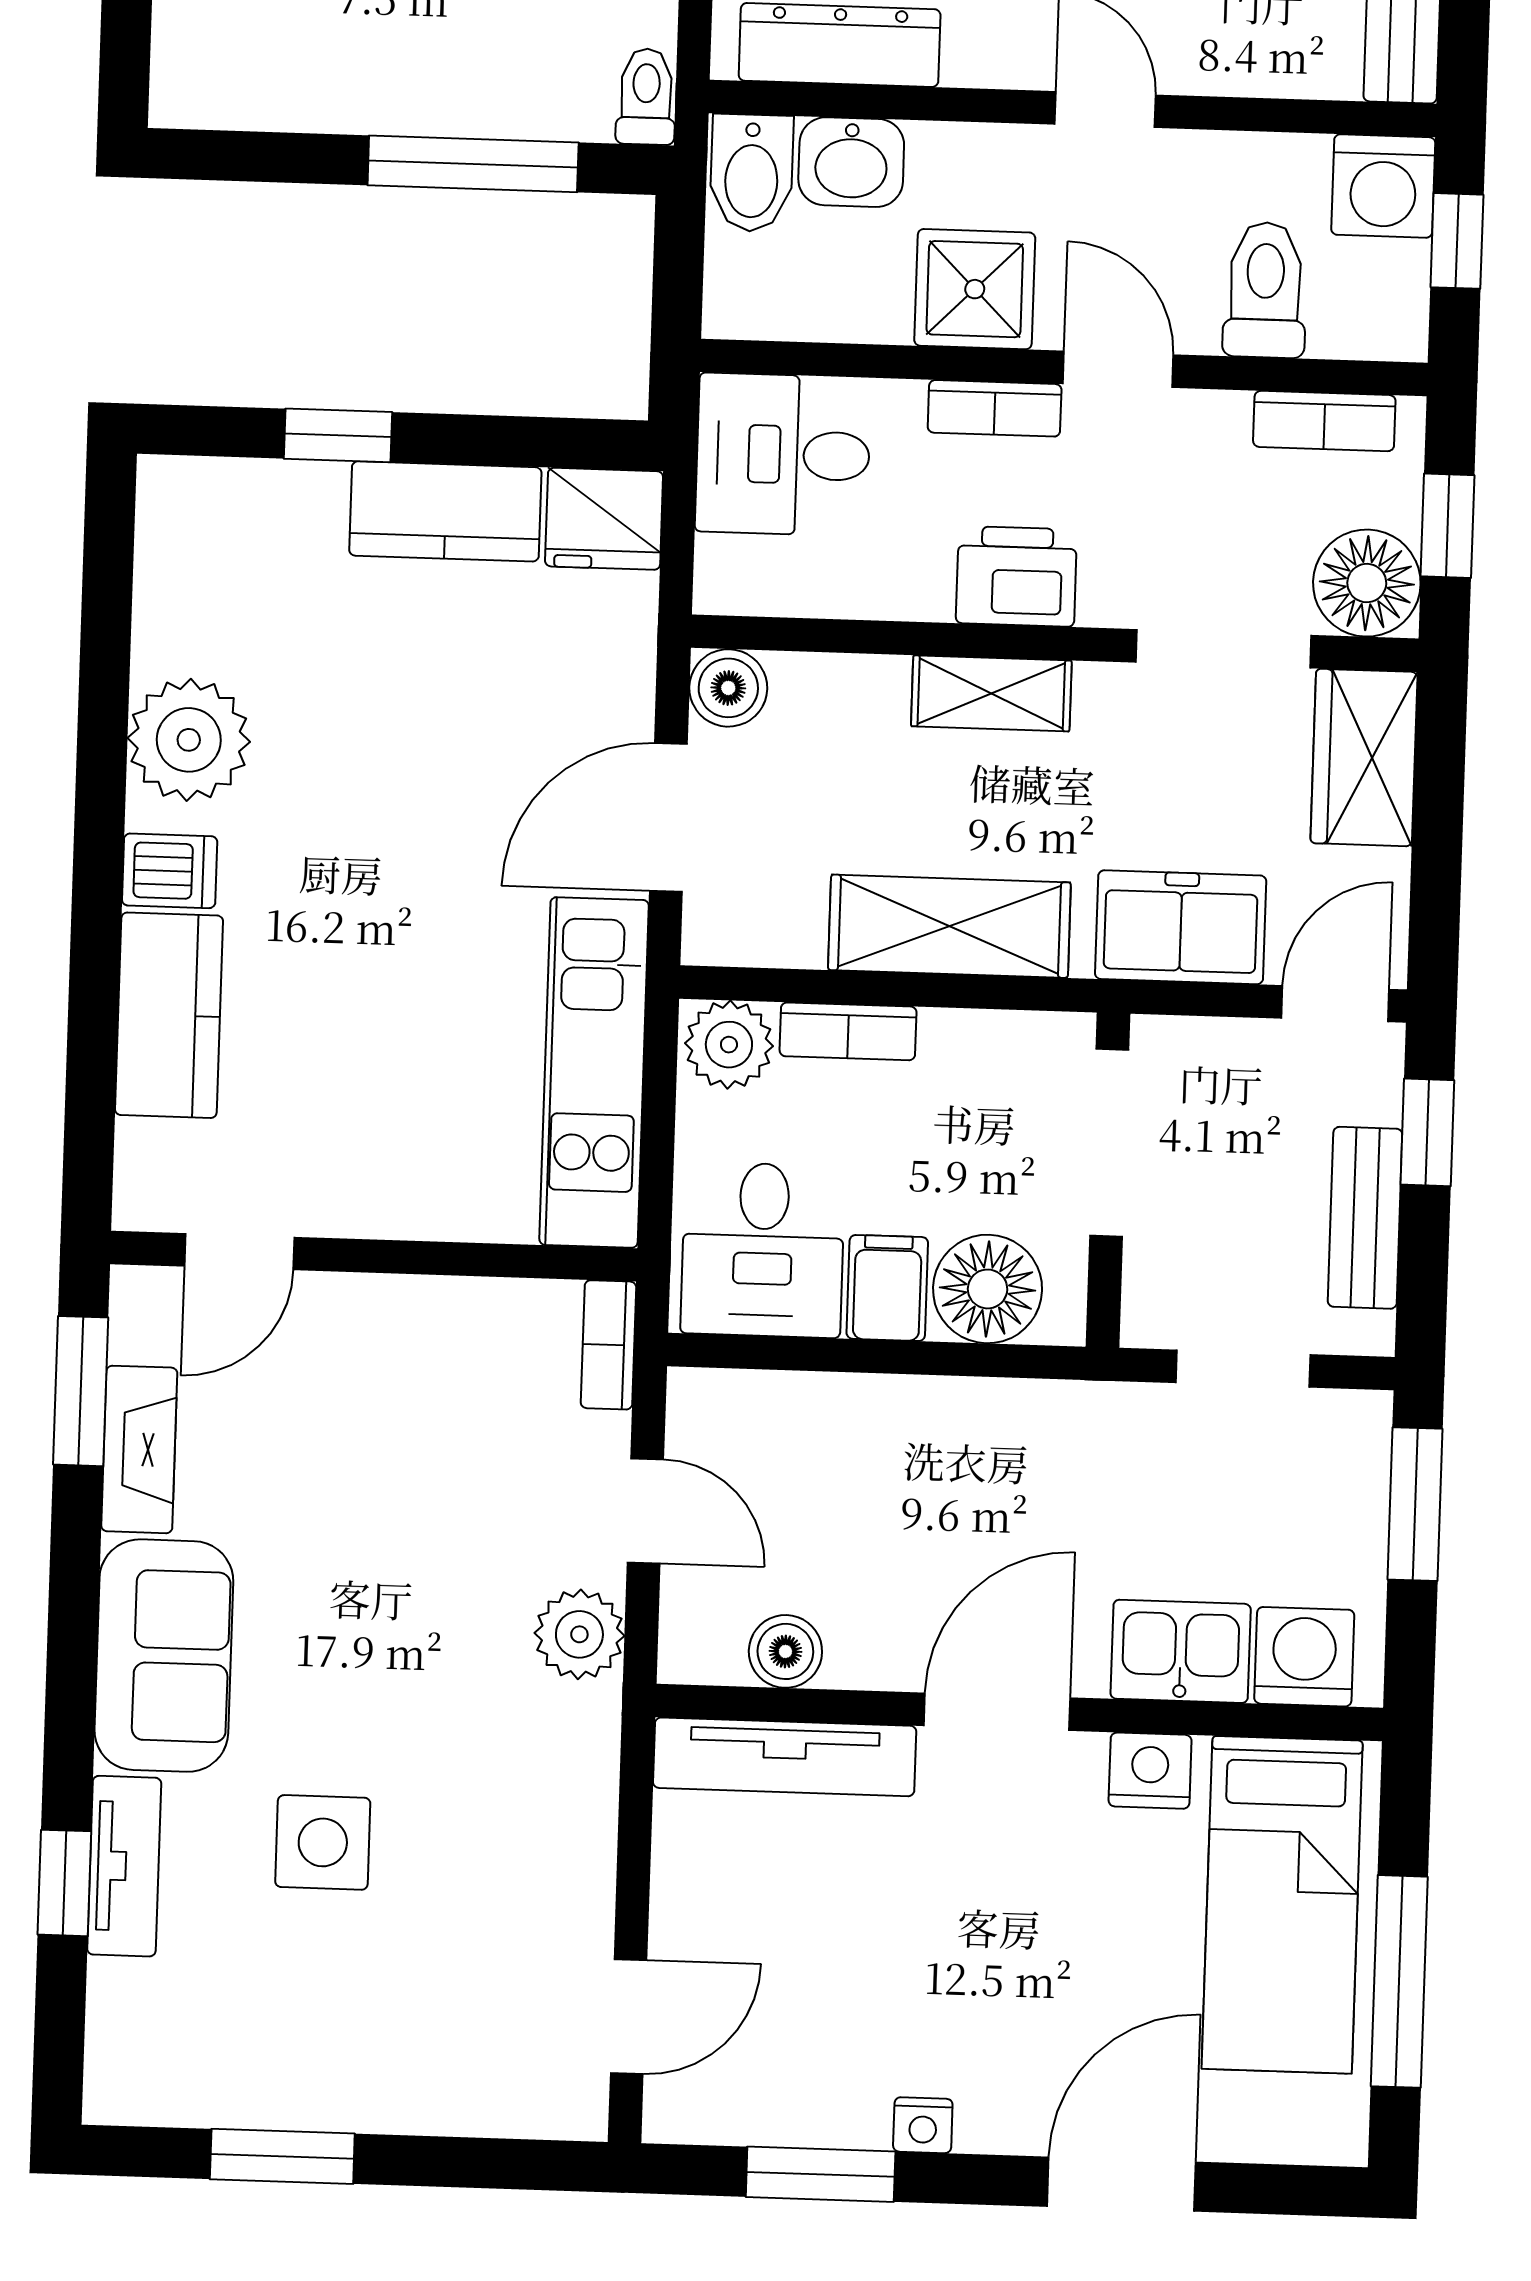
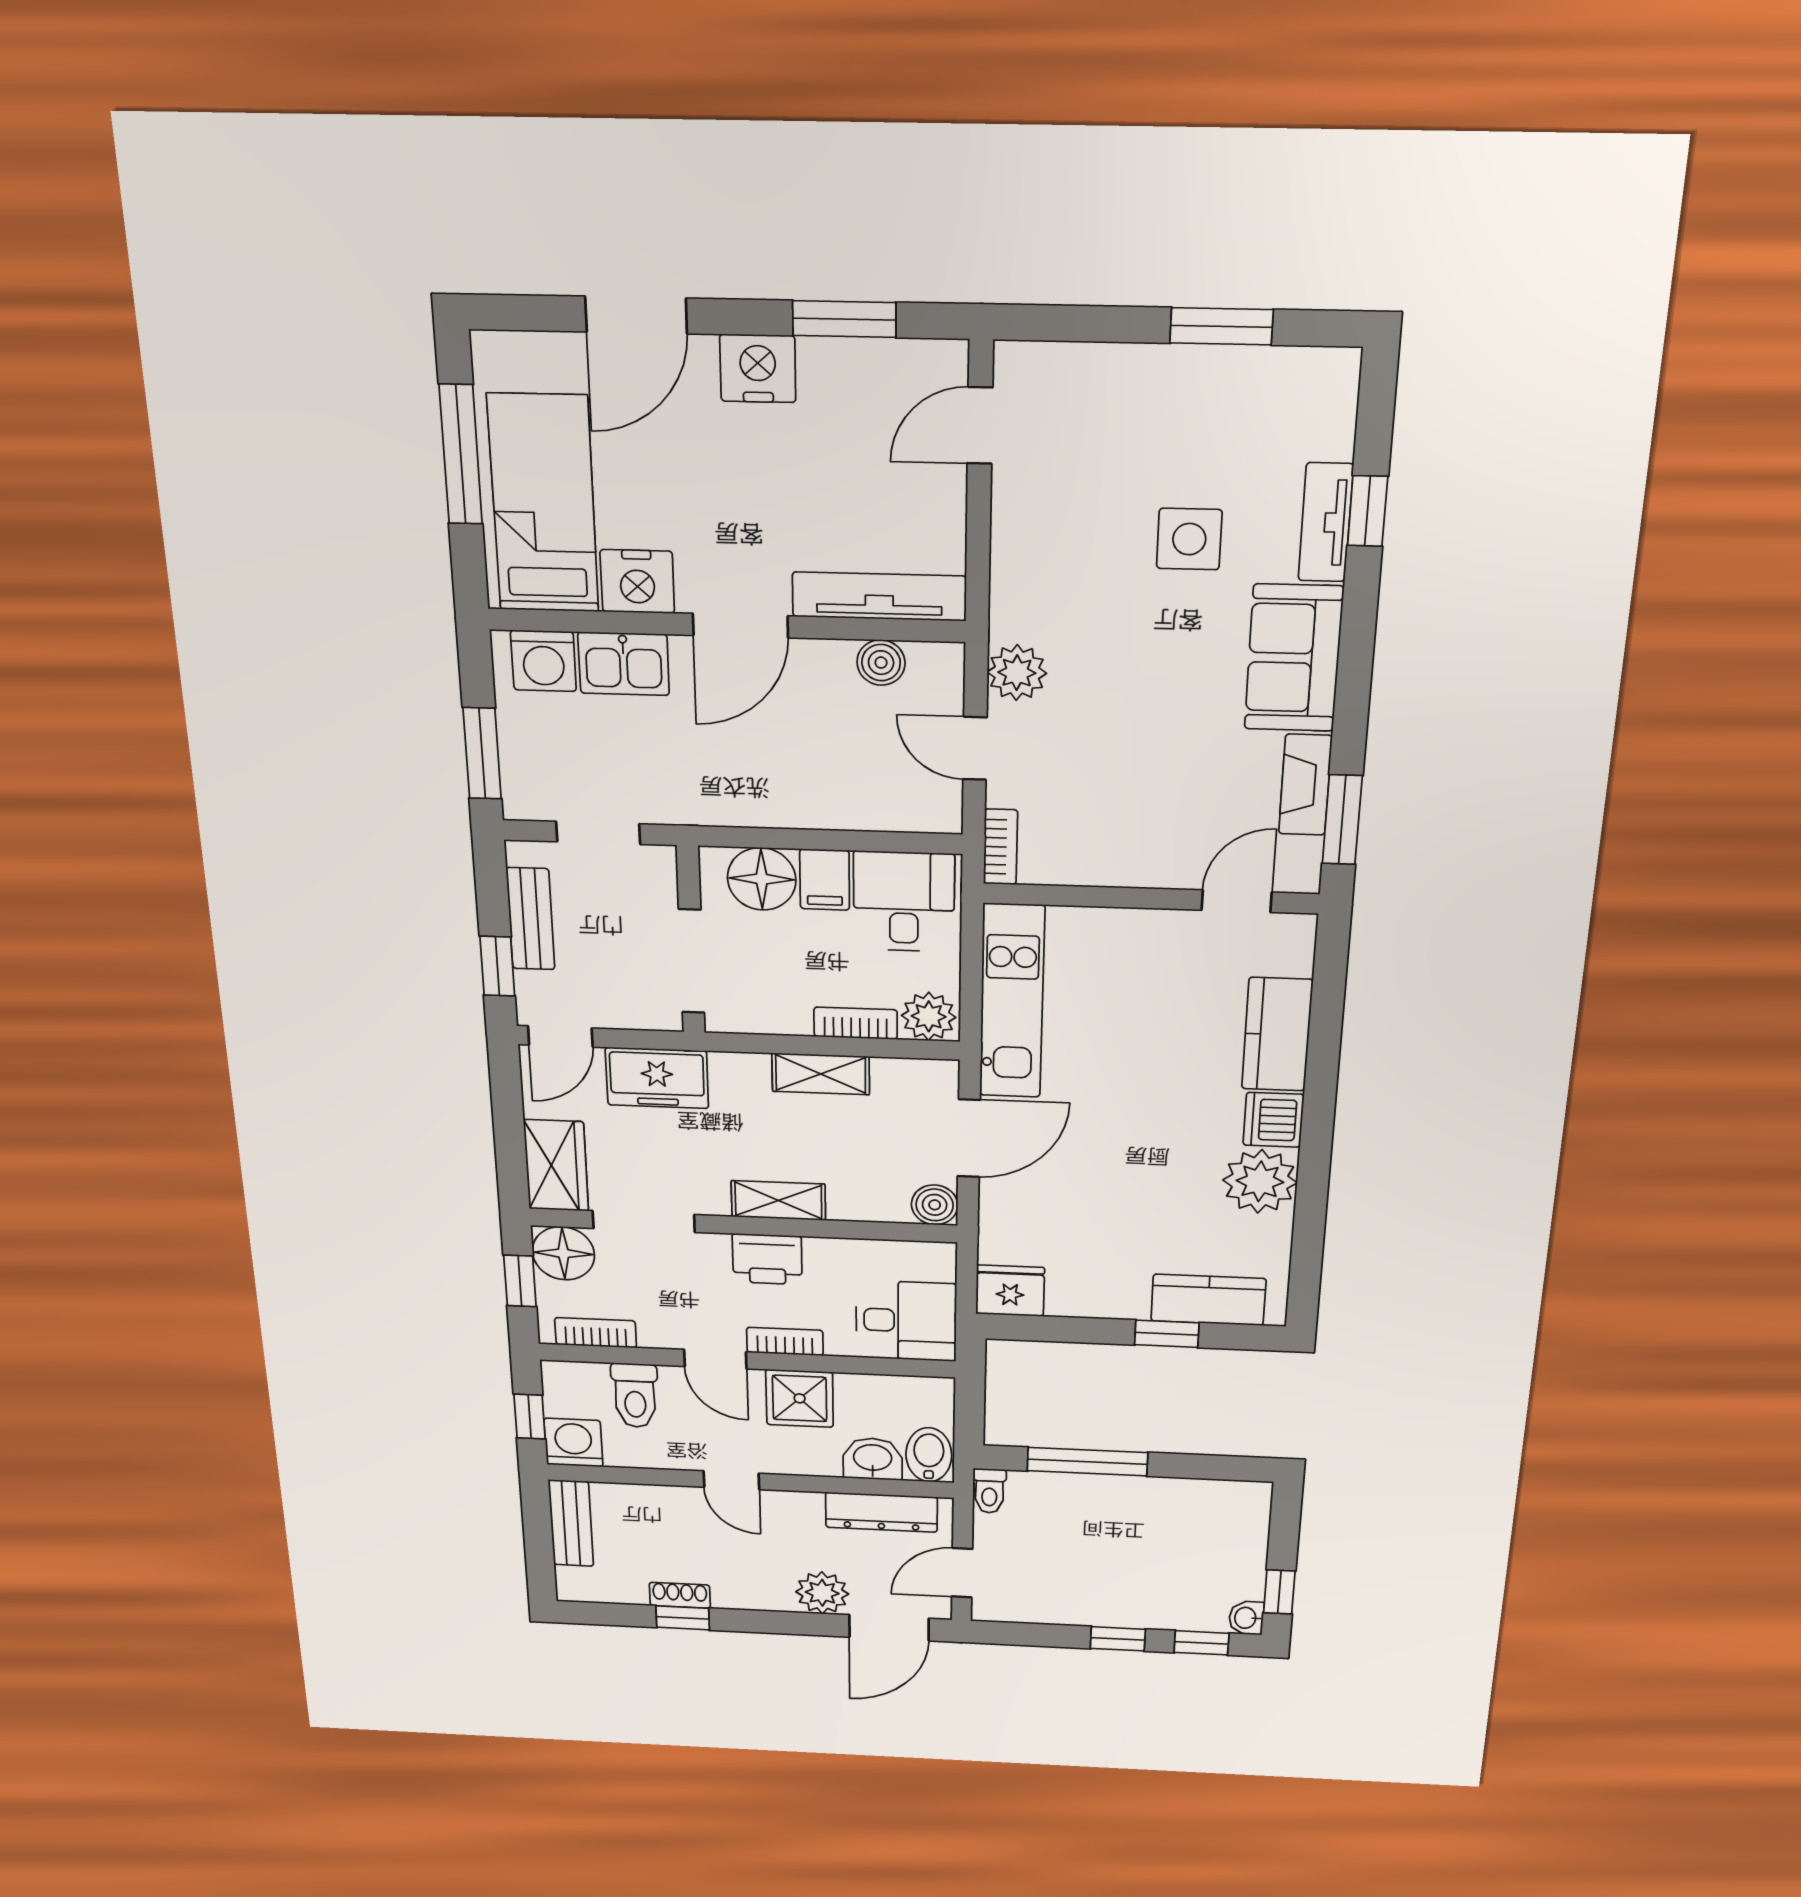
kitchen counter: (445, 511) -> (1208, 1300), moved
dishwasher: (170, 871) -> (1273, 1120), width x1.38
shelving: (949, 926) -> (821, 1074), width x0.67, depth x0.75
nightstand: (1150, 1771) -> (637, 582), width x1.36, depth x1.33
nightstand: (923, 2125) -> (758, 368), width x1.89, depth x1.79

